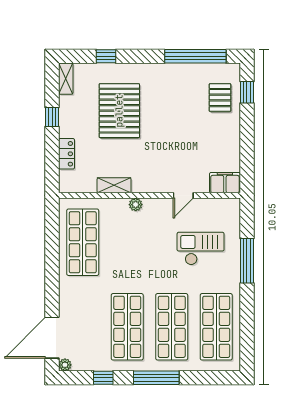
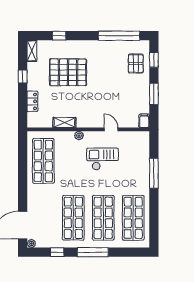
pallet: (119, 111) -> (68, 72), turned 90
window: (247, 142) -> (154, 94), added
filing cabinet: (225, 183) -> (144, 121), width x0.50
door: (183, 195) -> (111, 129), swing flipped
checkout: (201, 249) -> (102, 159), moved

